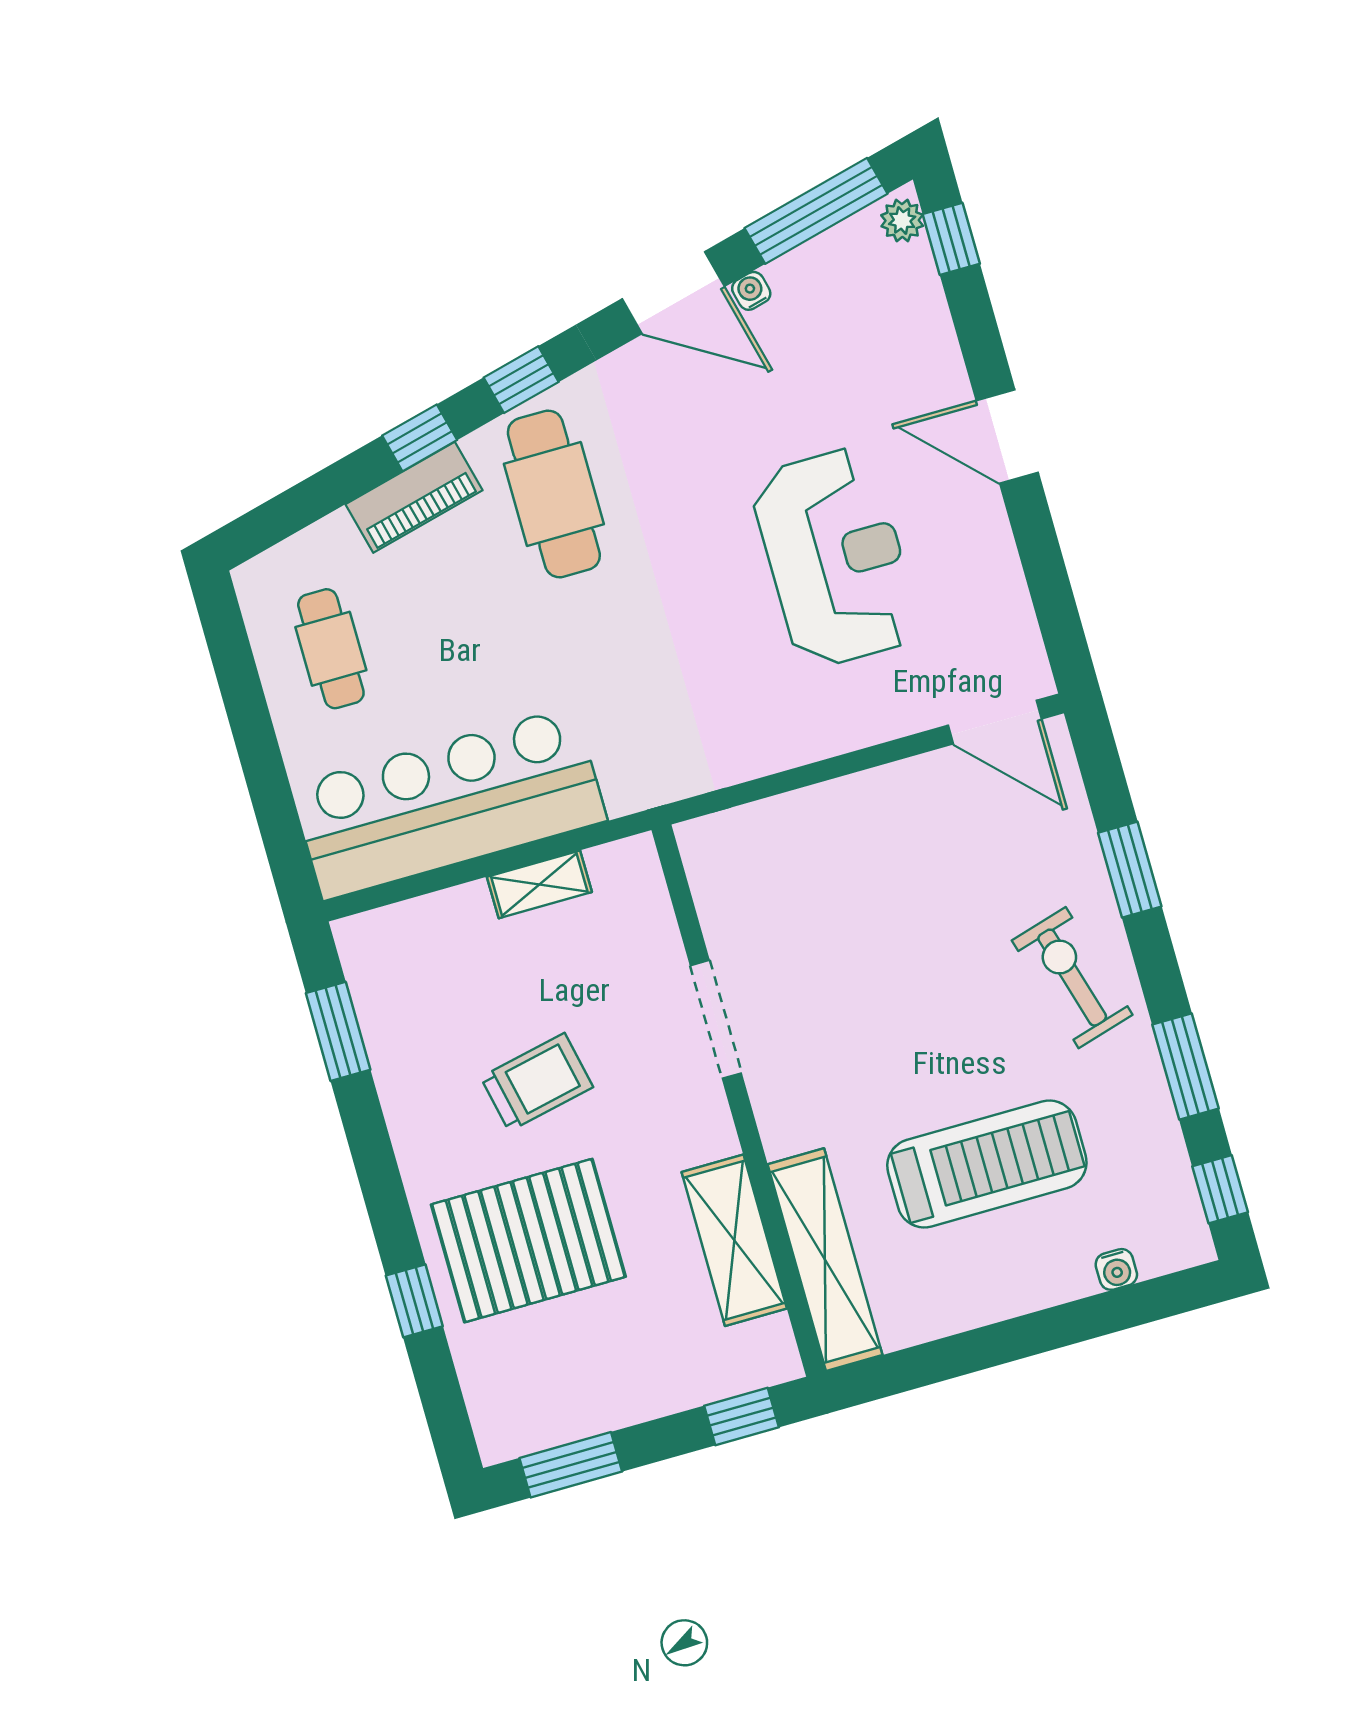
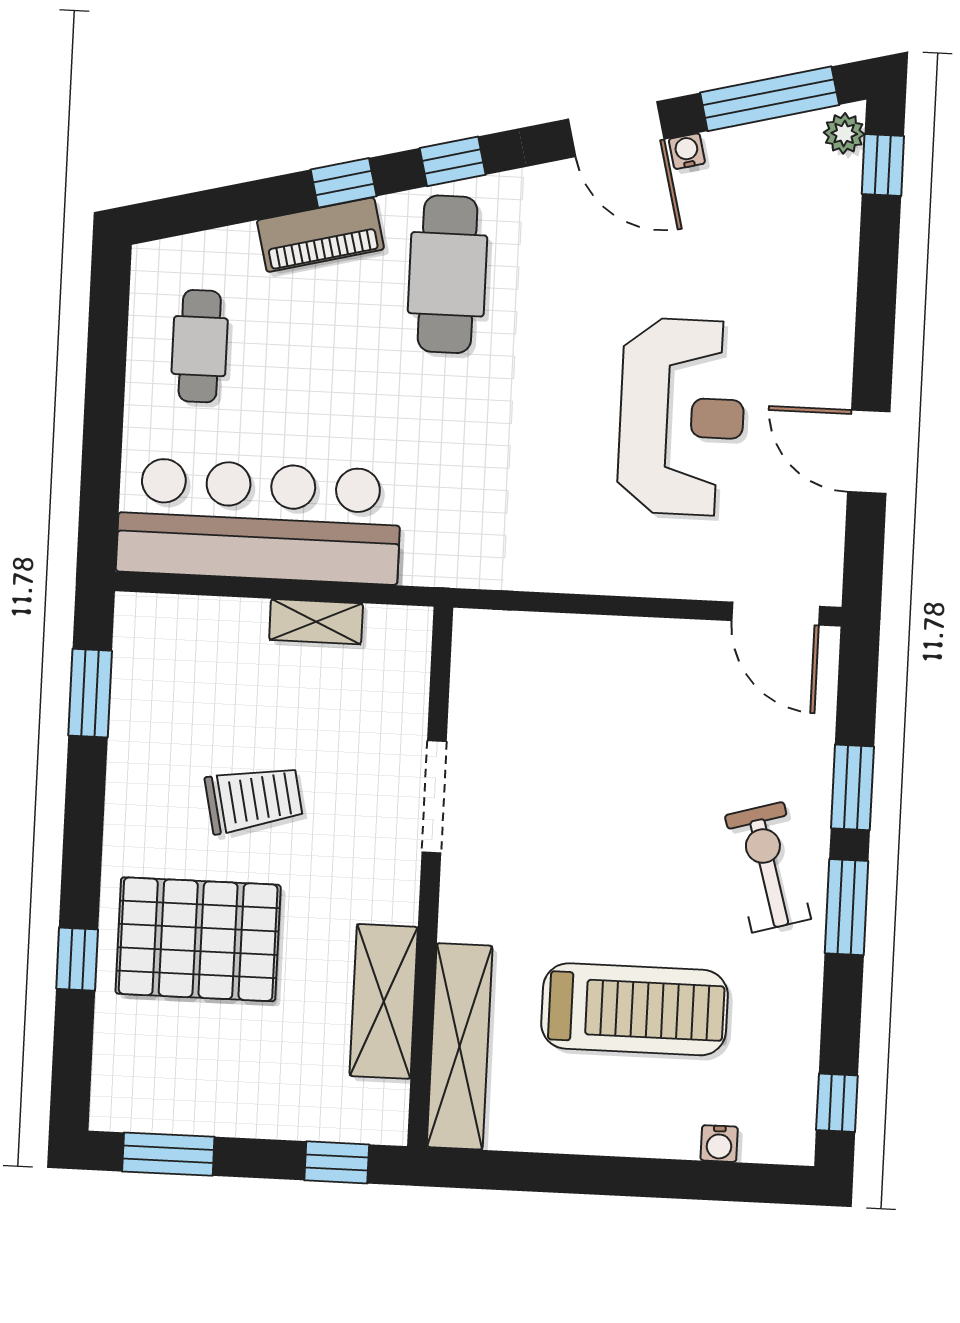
door: (1007, 437) -> (869, 452), moved
window: (1185, 1067) -> (847, 907), moved

